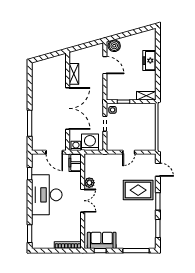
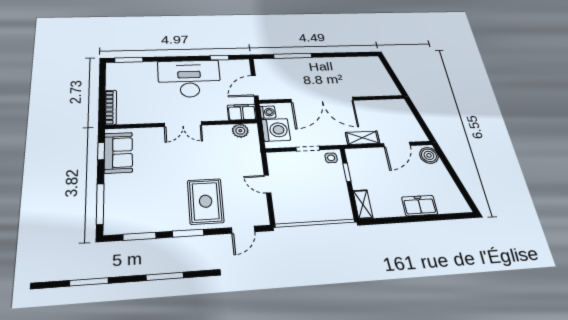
shelving: (74, 74) -> (363, 138), moved
plant: (89, 183) -> (240, 131), moved

